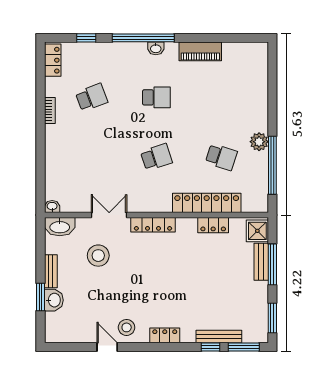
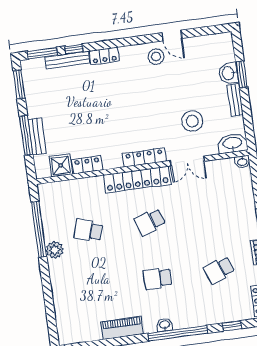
locker: (207, 203) -> (137, 179), moved
shower: (257, 231) -> (61, 165), moved
locker: (165, 335) -> (104, 56), moved

